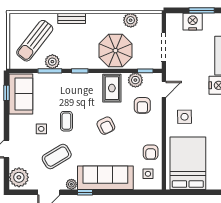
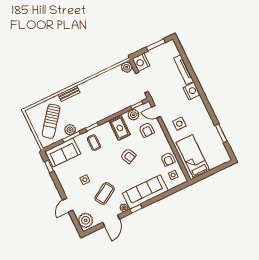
plant: (131, 20) -> (127, 67), moved
nightstand: (193, 22) -> (141, 62), moved, turned -90
parasol: (115, 51) -> (110, 101), removed
door: (164, 89) -> (156, 112), swing flipped
sofa: (21, 94) -> (63, 152), moved, turned 90
coffee table: (66, 121) -> (94, 143), moved
bed: (188, 163) -> (193, 157), width x0.67

